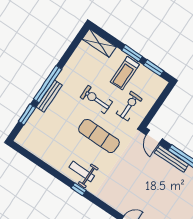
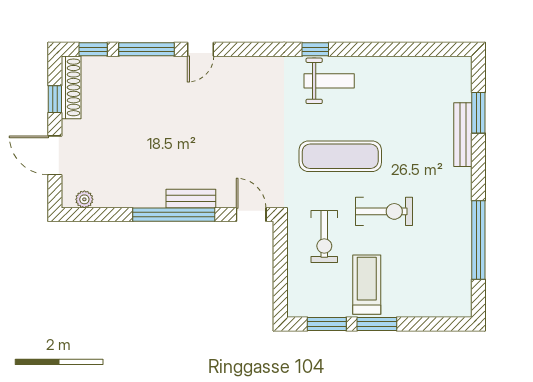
shelving: (99, 43) -> (440, 305), removed
window: (48, 84) -> (478, 240), moved
bench: (49, 96) -> (463, 135), moved
bench: (172, 159) -> (191, 199), width x0.73

